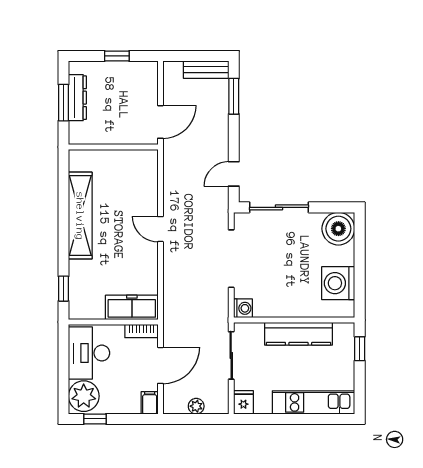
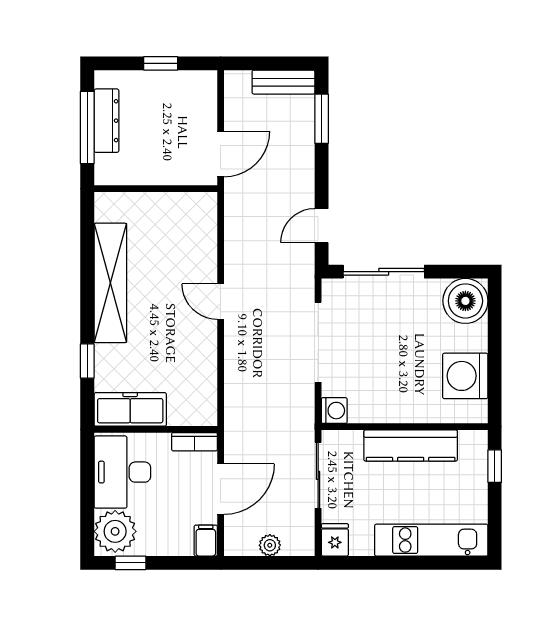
window: (64, 103) -> (87, 128), width x1.44
window: (64, 289) -> (87, 361), moved
freezer: (132, 307) -> (130, 409), moved

